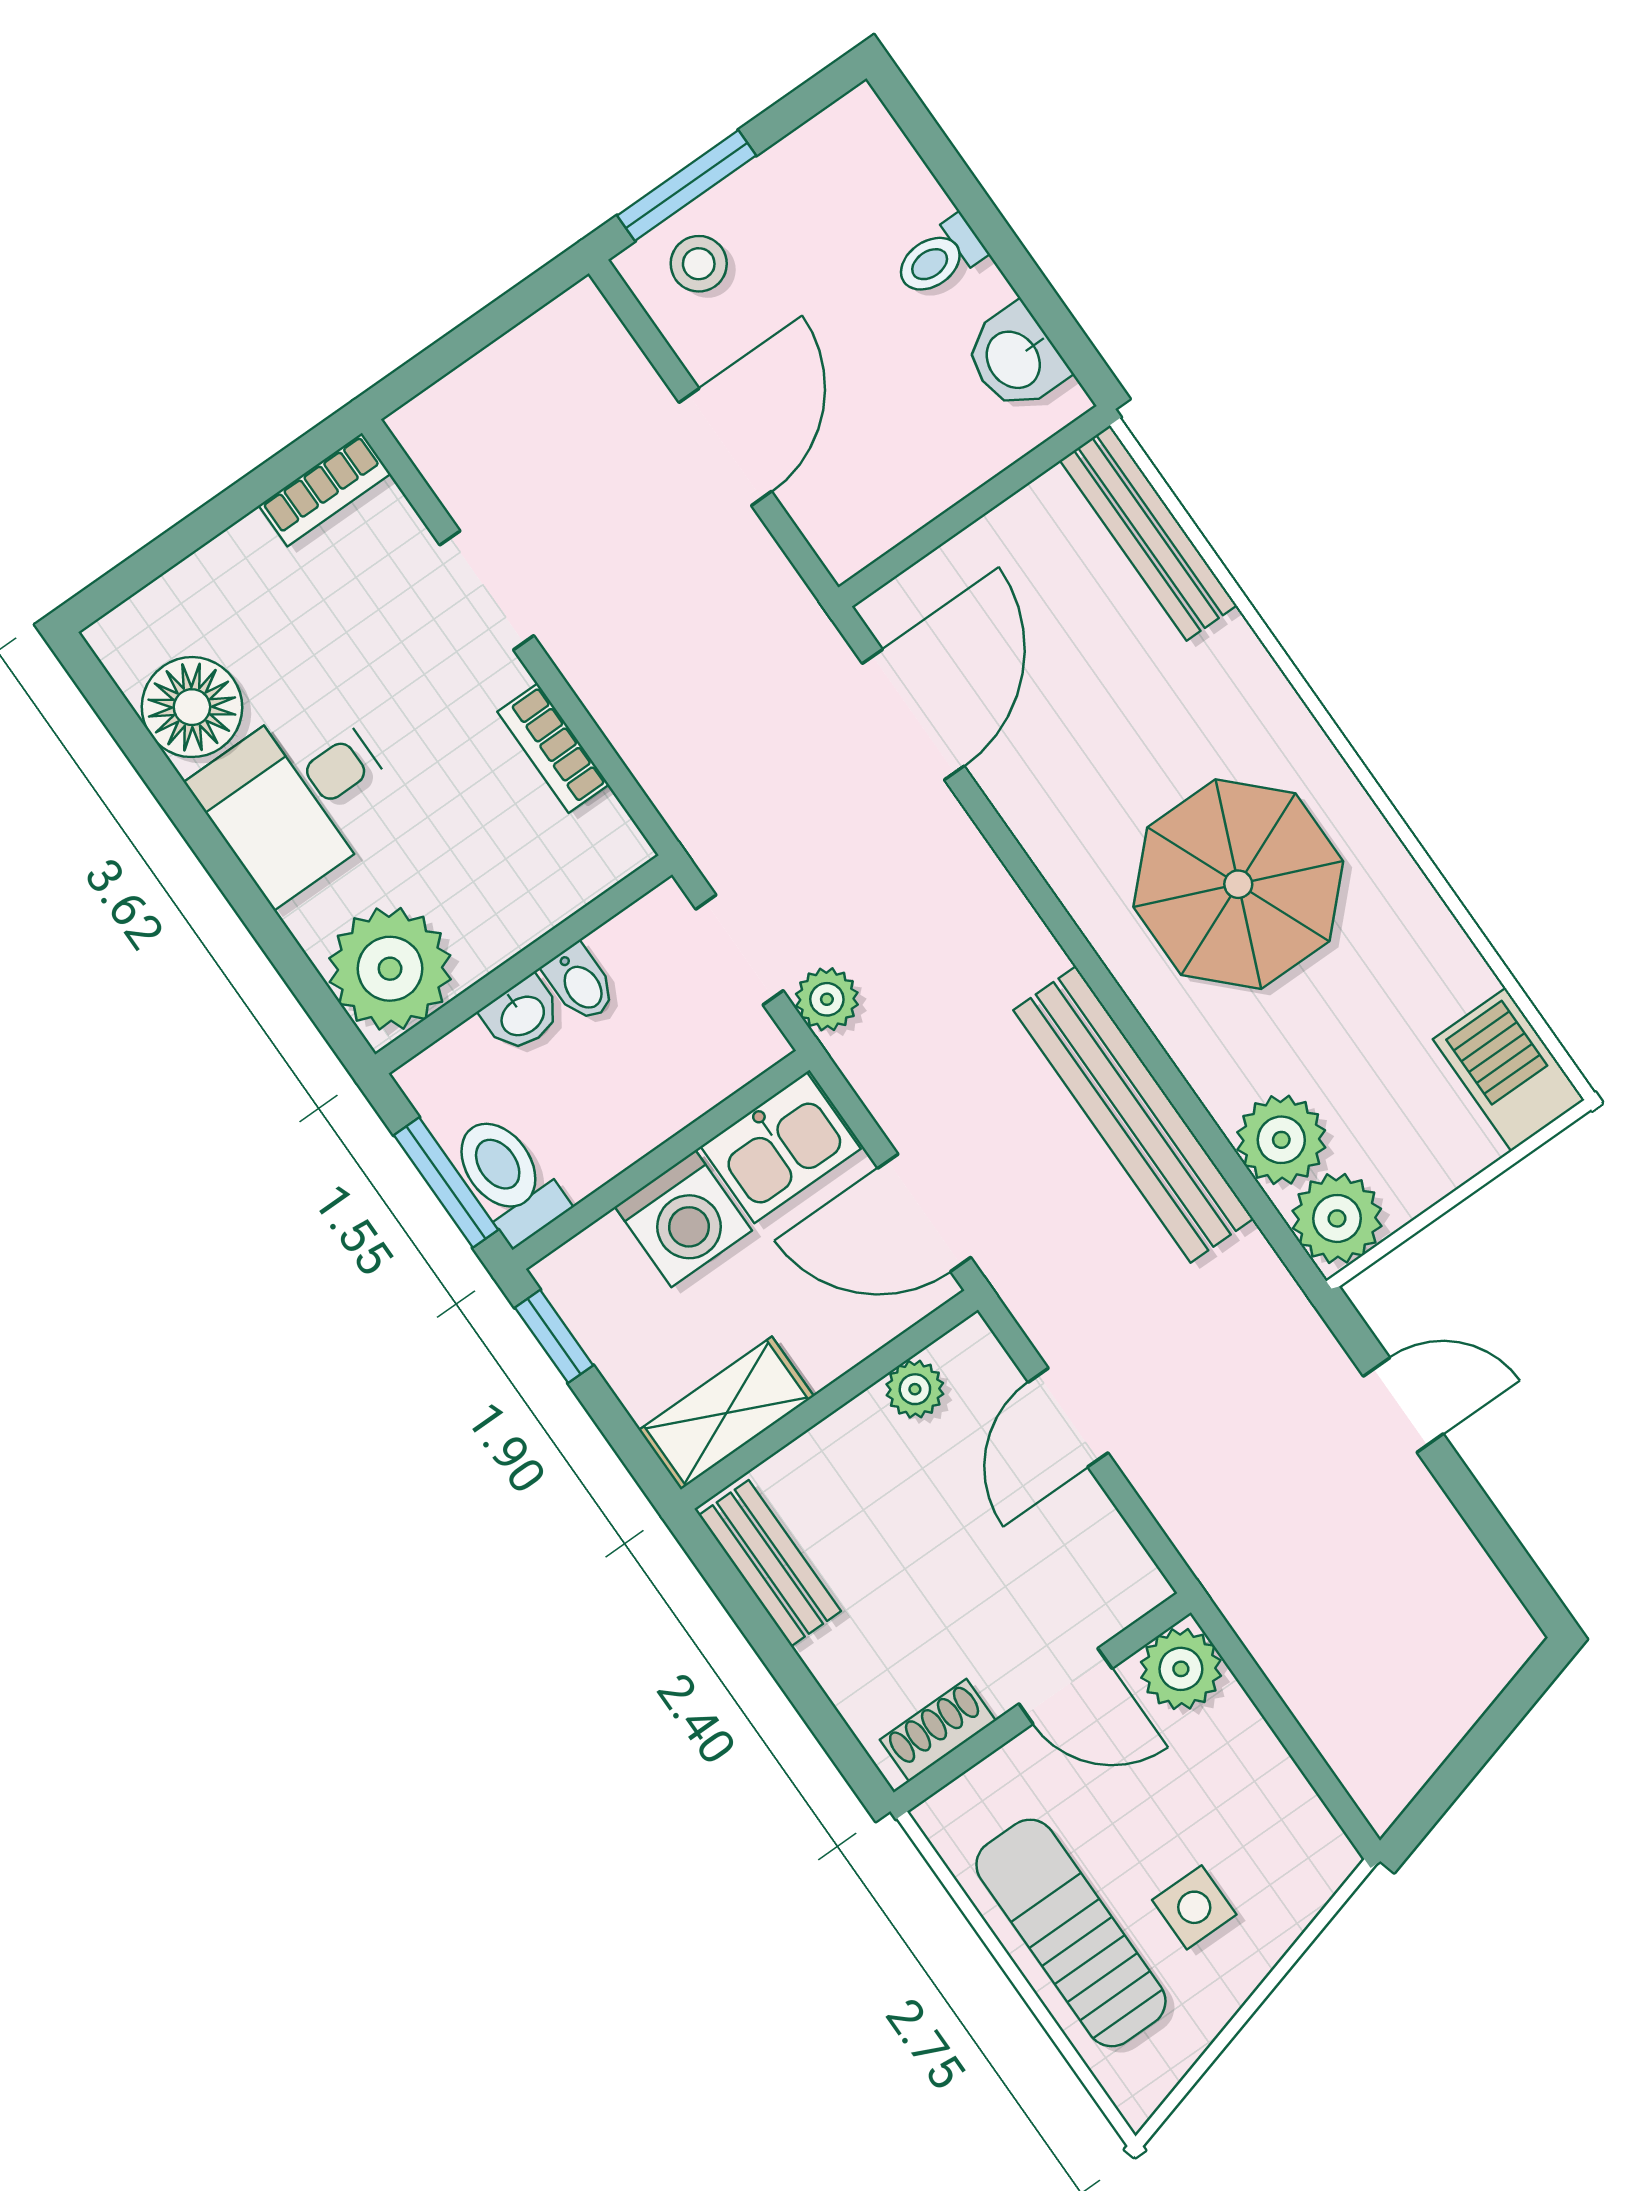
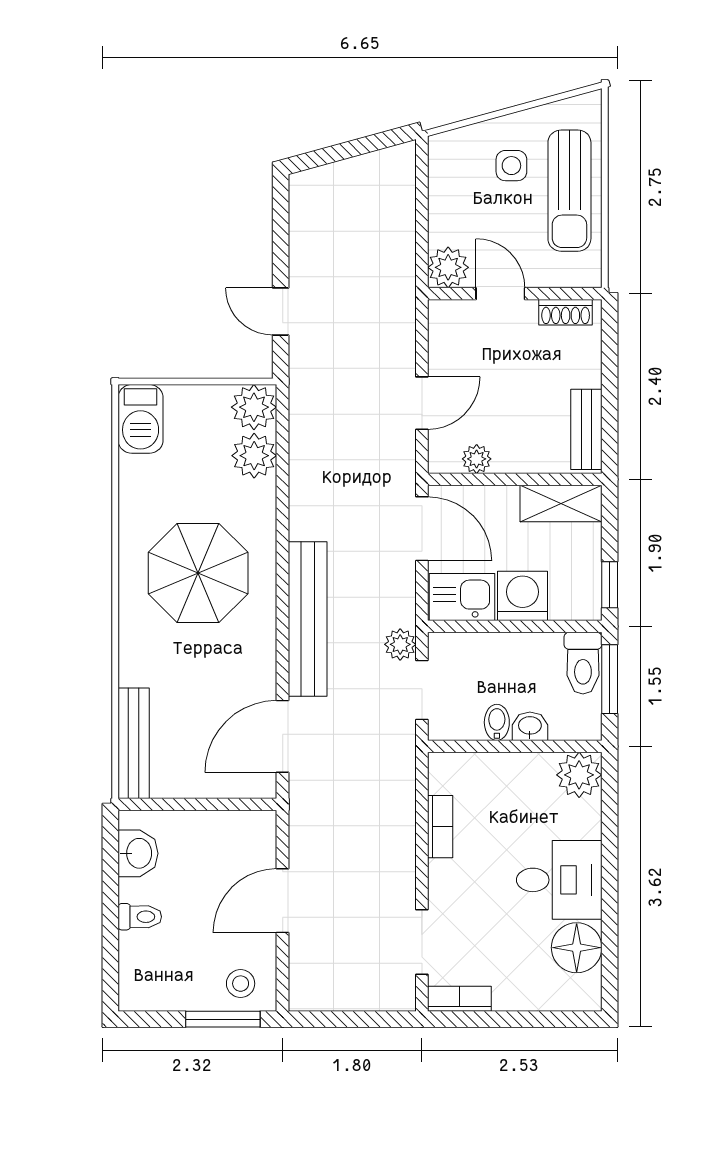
doorway: (487, 590) -> (422, 942), moved
plant: (390, 969) -> (579, 775), width x0.73, depth x0.73
bench: (1133, 1114) -> (308, 619), moved

